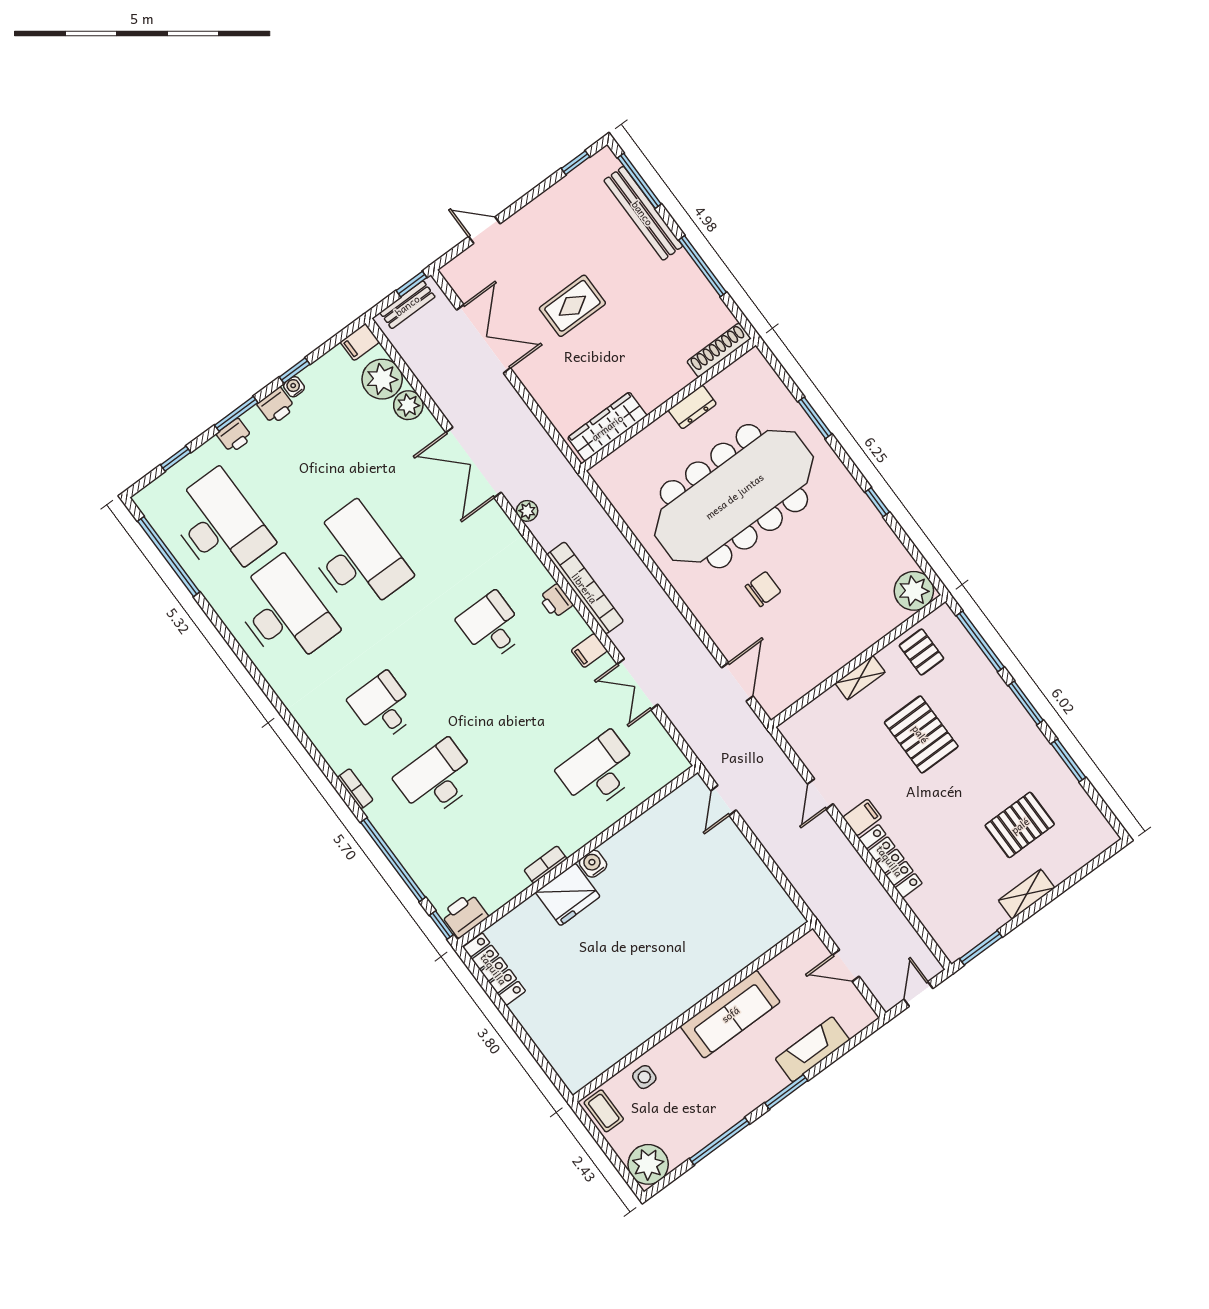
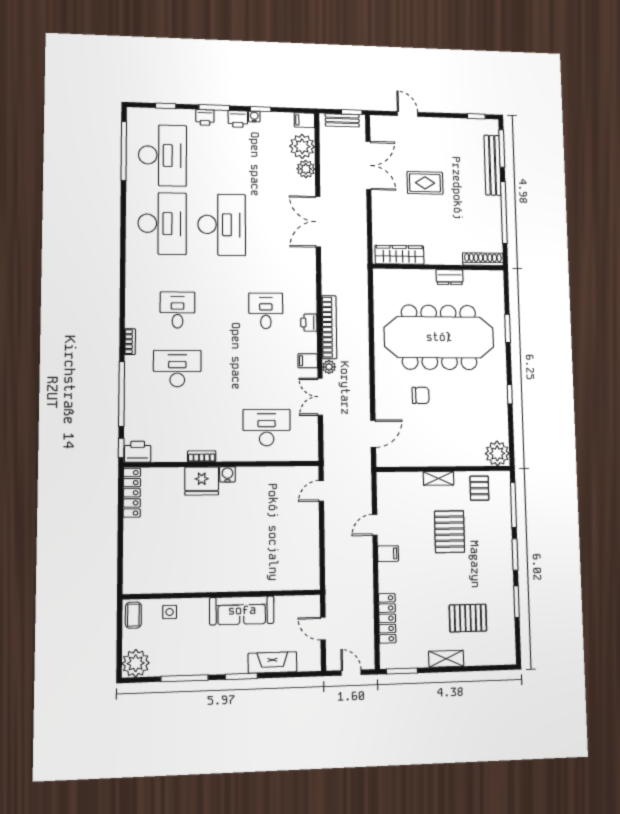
window: (702, 266) -> (504, 212), width x1.46
plant: (527, 511) -> (329, 367), moved
locker: (890, 861) -> (387, 618), moved
door: (918, 994) -> (351, 673), hinge flipped

